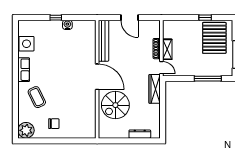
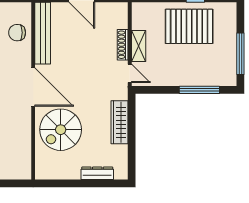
pallet: (214, 38) -> (189, 26), moved, turned 90
chair: (86, 40) -> (17, 33), added
wardrobe: (155, 89) -> (120, 122), moved

